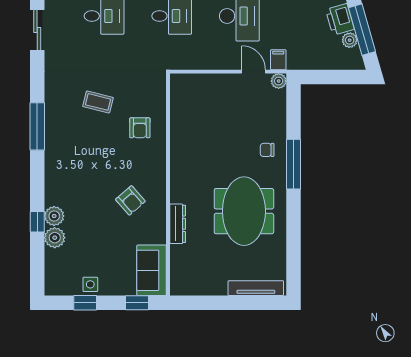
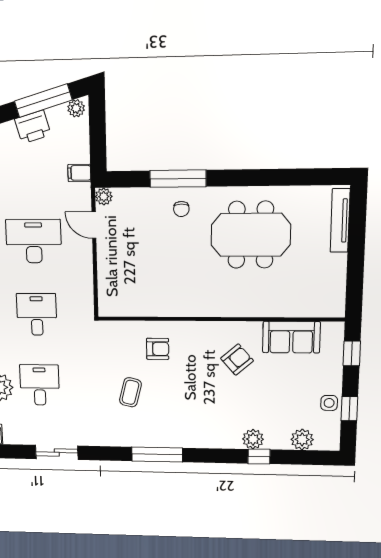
plant: (350, 40) -> (76, 108), moved
filing cabinet: (278, 60) -> (79, 173), moved
door: (253, 72) -> (94, 225), hinge flipped
window: (293, 164) -> (178, 179), moved
dresser: (178, 224) -> (264, 309), removed
plant: (55, 238) -> (302, 439), moved
sofa: (152, 270) -> (291, 337), moved

